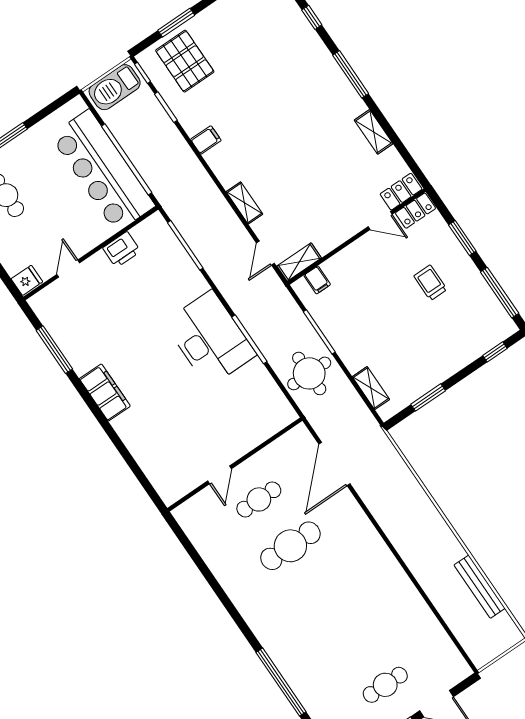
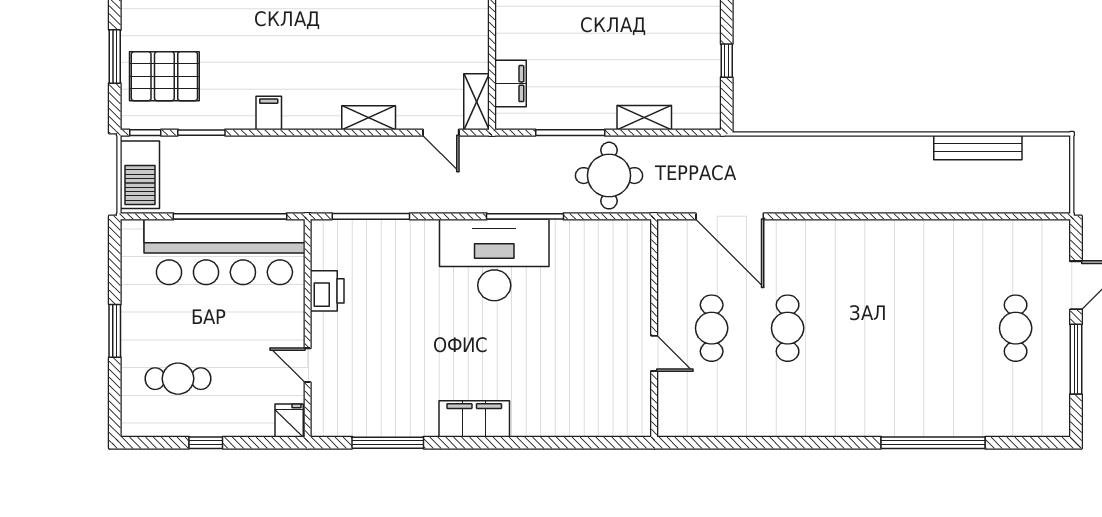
filing cabinet: (317, 280) -> (510, 84), width x2.00
shelving: (371, 388) -> (644, 118), moved
window: (428, 397) -> (727, 61), width x0.67
cafe table: (290, 546) -> (788, 328), width x0.73, depth x0.74

